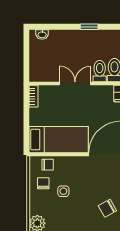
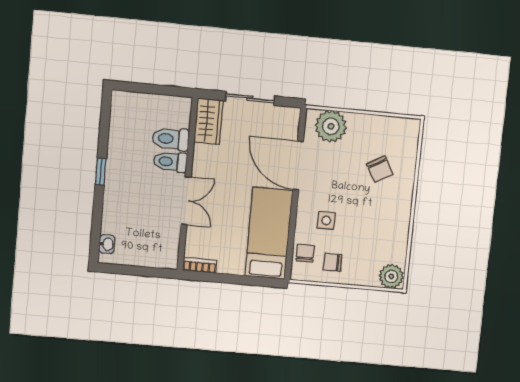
double door: (75, 84) -> (186, 201), swing flipped
side table: (63, 191) -> (326, 220), moved

